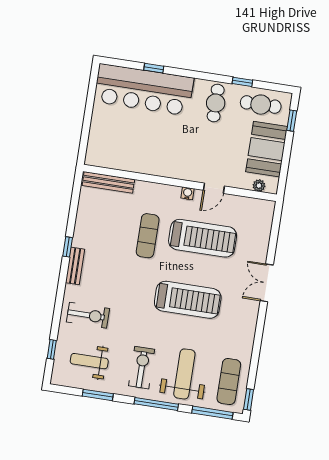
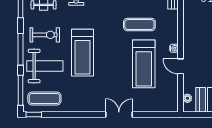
treadmill: (188, 300) -> (82, 53), moved

